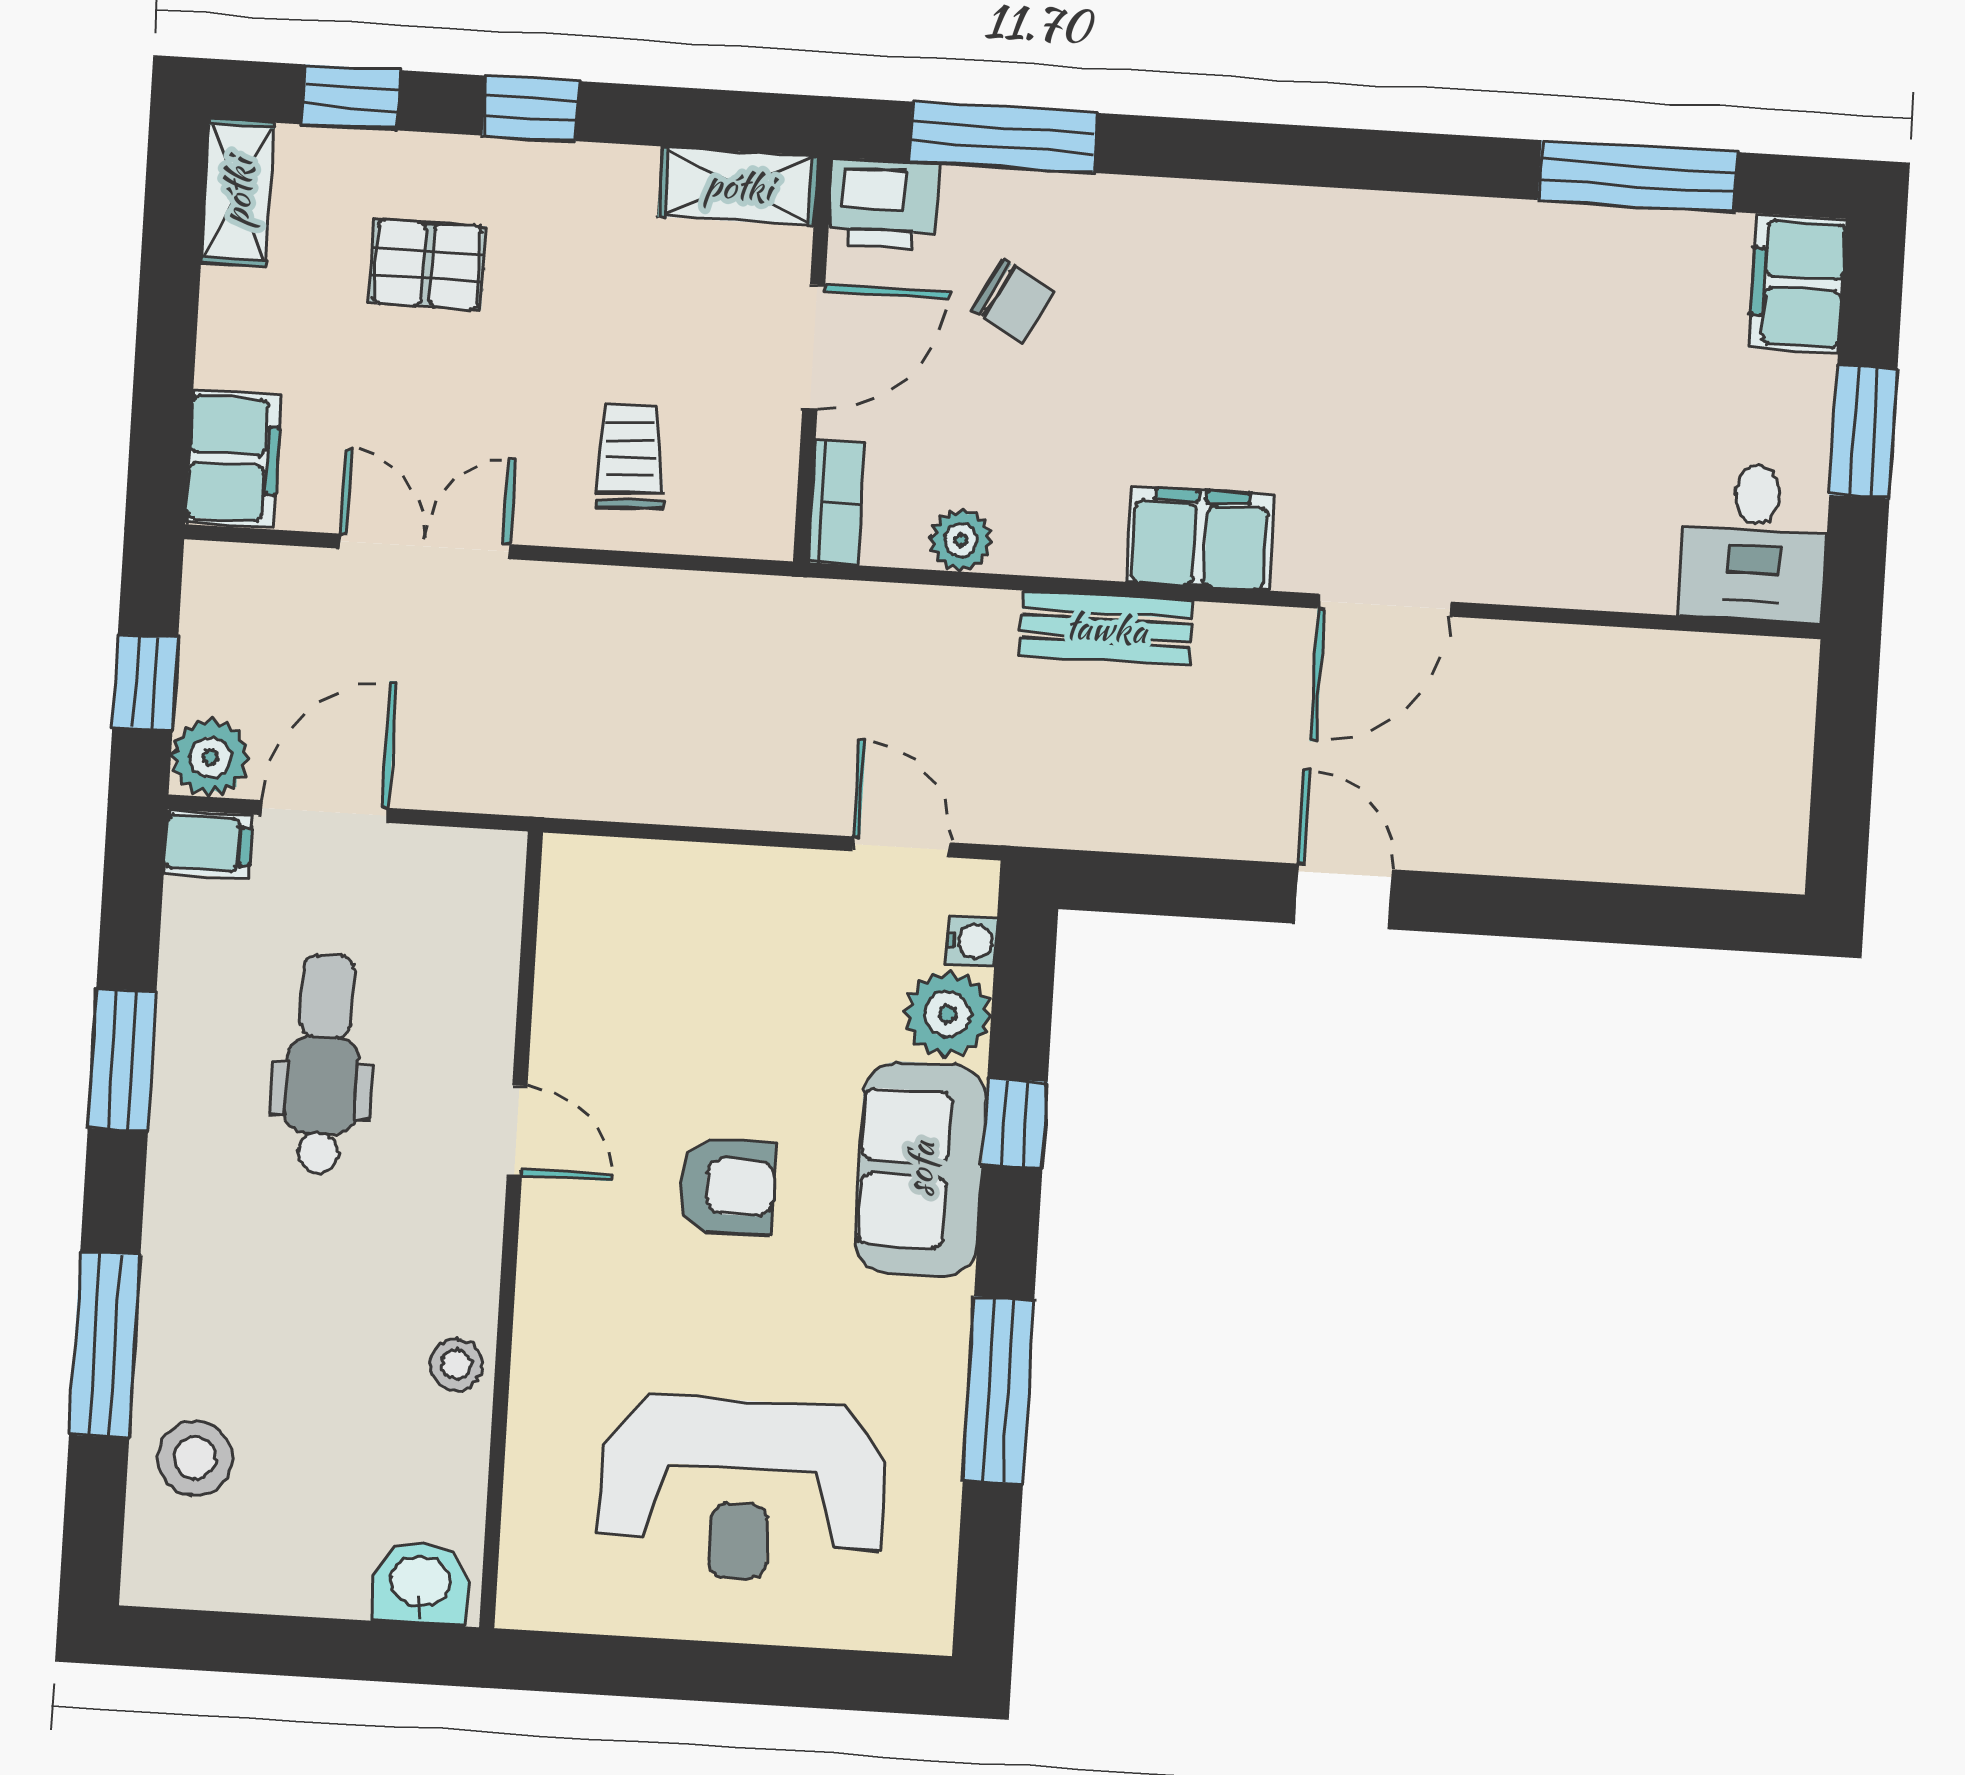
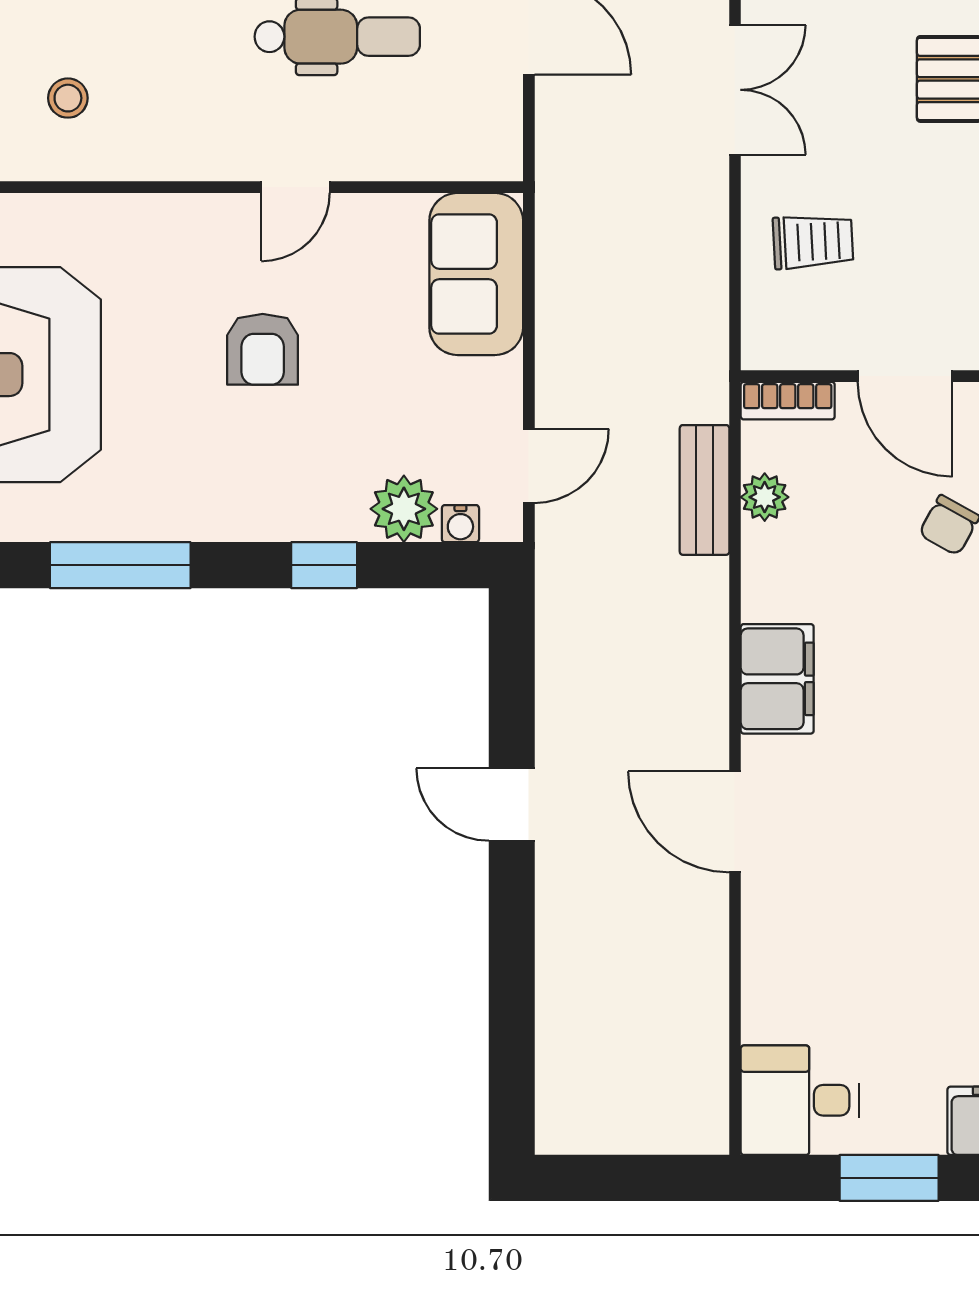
bench: (1106, 628) -> (705, 490), moved
door: (1344, 897) -> (512, 805), swing flipped
sofa: (920, 1169) -> (476, 274), moved, turned -90
stool: (456, 1365) -> (68, 98), moved

